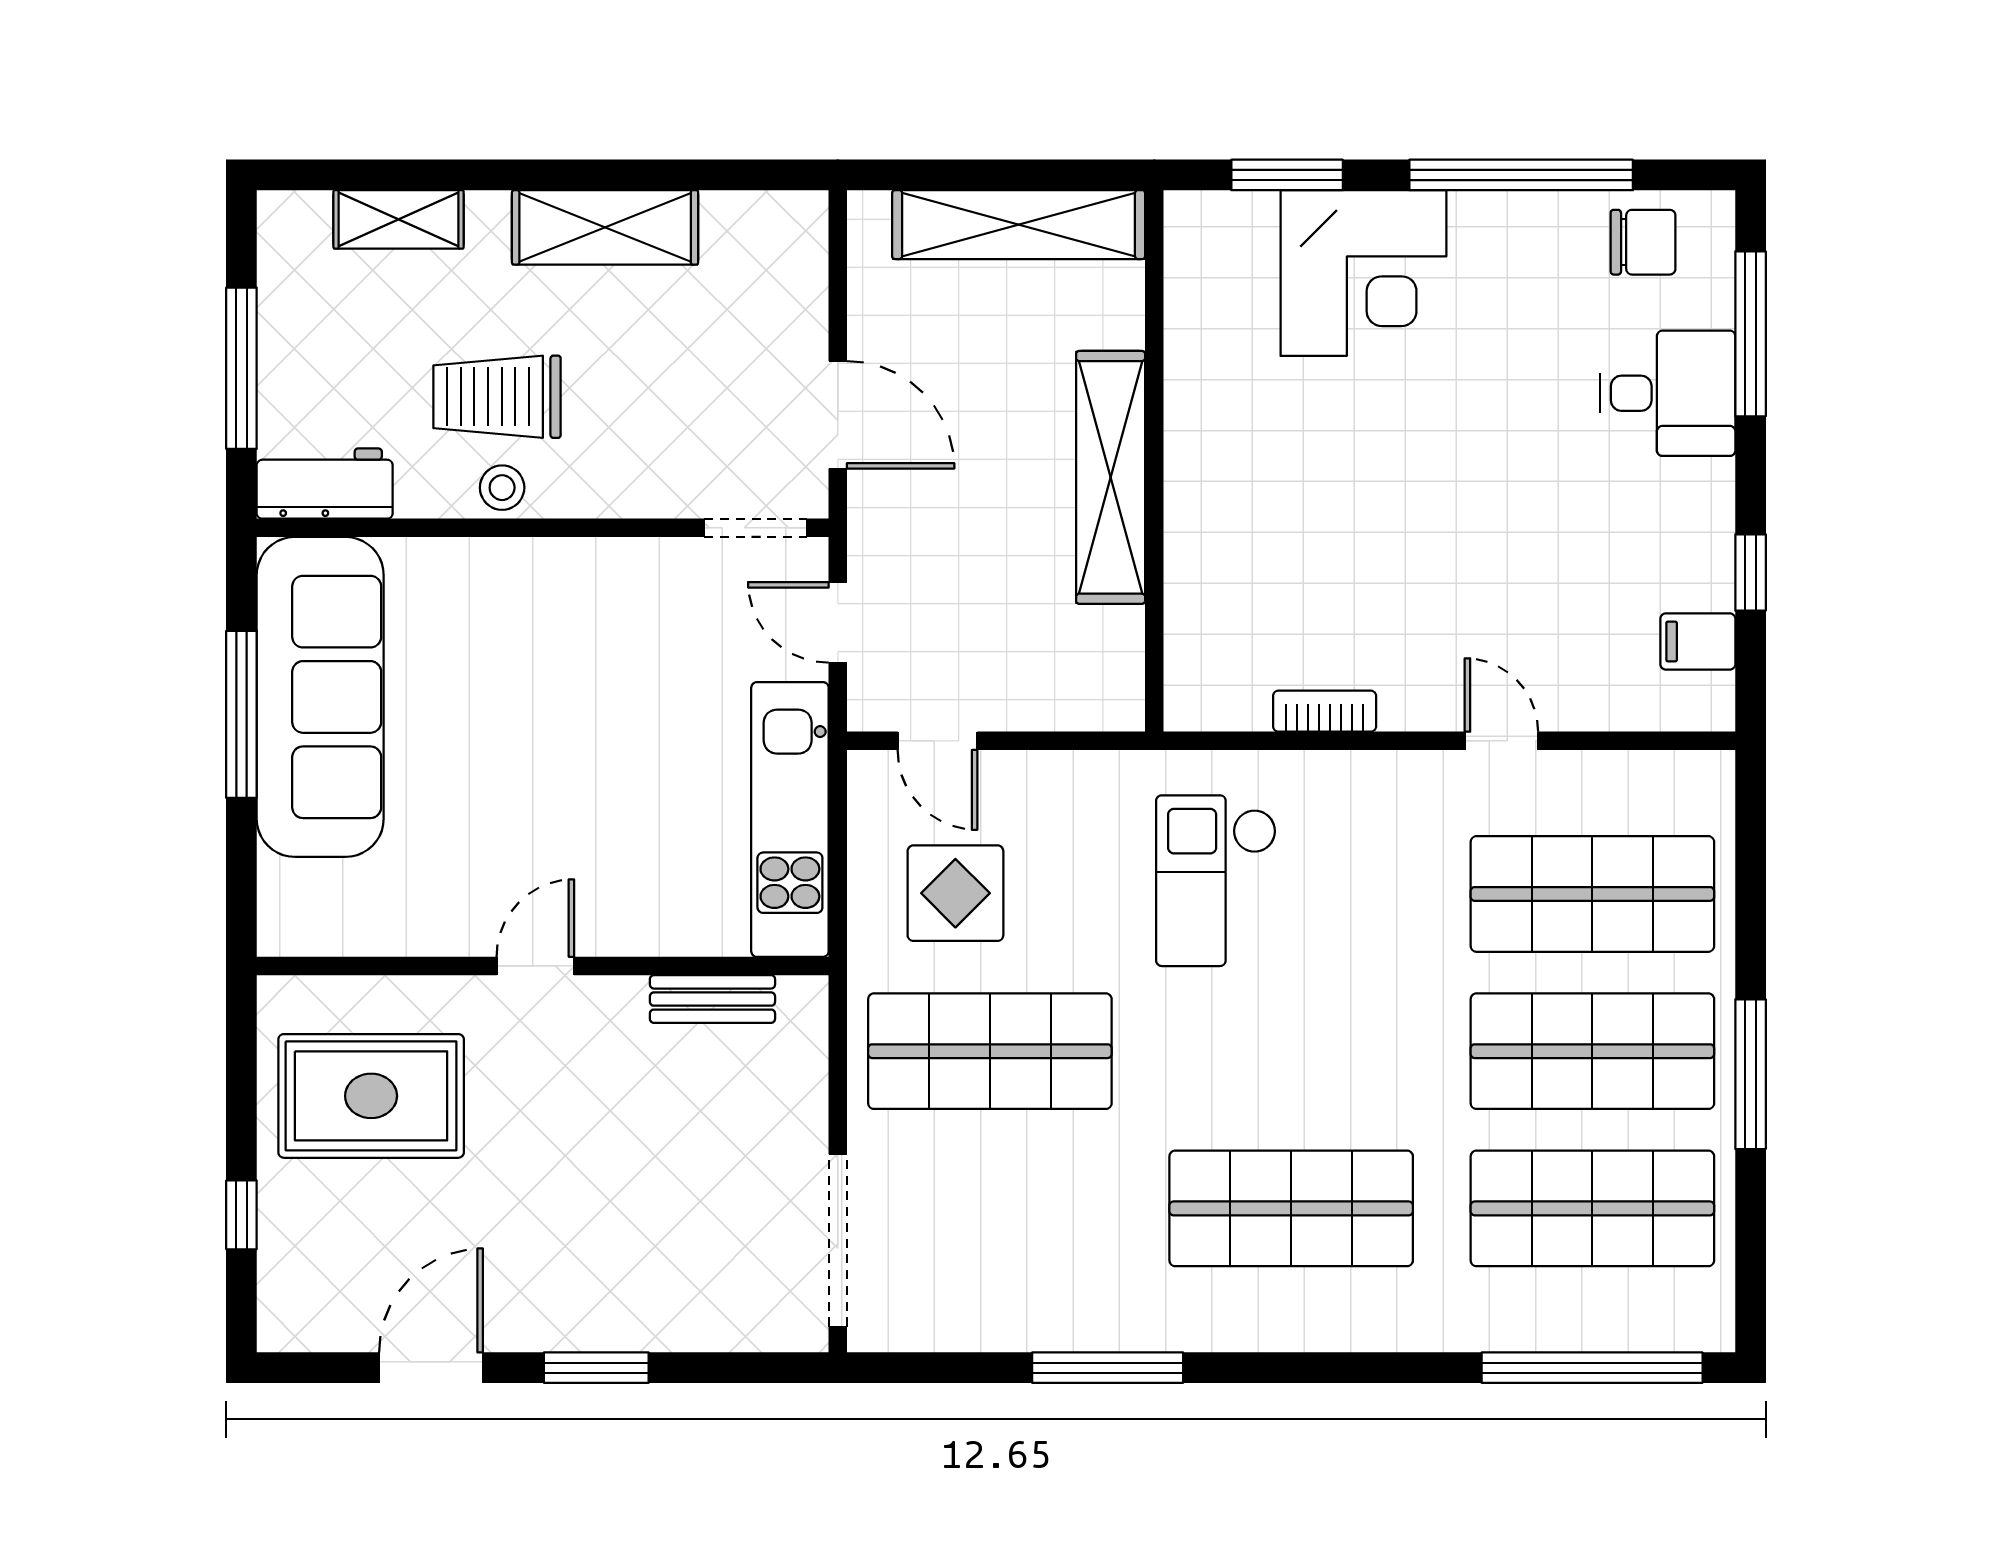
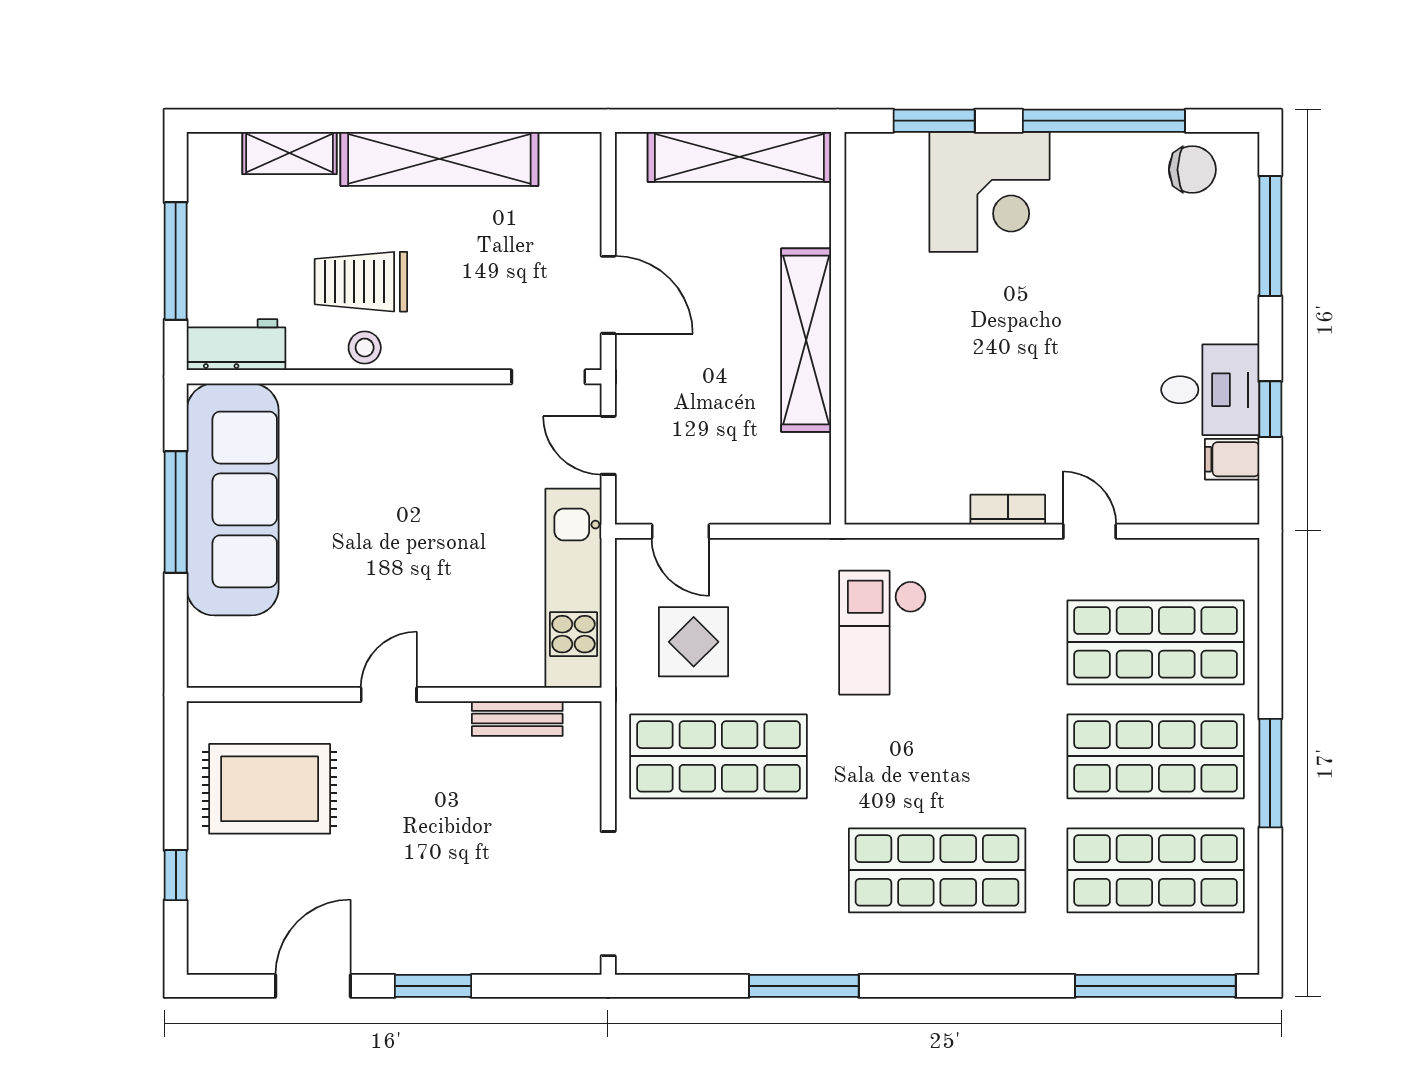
shelving: (605, 227) -> (439, 159), width x1.47
desk: (1668, 393) -> (1210, 390), moved
bookcase: (1325, 711) -> (1008, 510), moved

